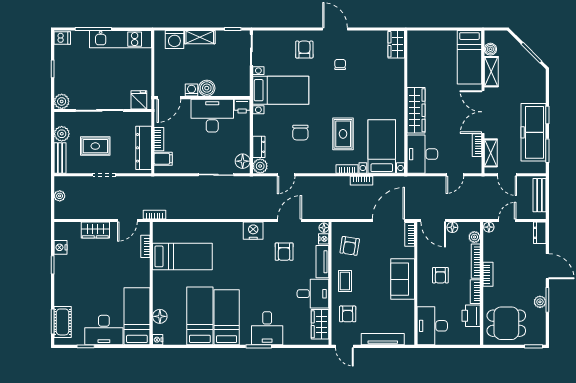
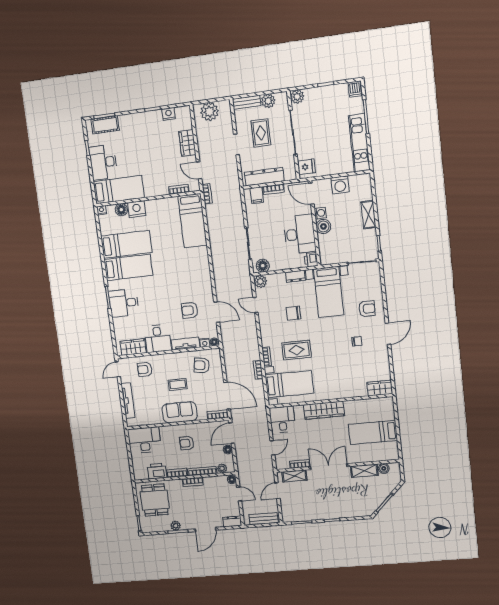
washing machine: (174, 39) -> (340, 185), moved, turned -90
bed: (469, 57) -> (373, 432), moved
freezer: (534, 132) -> (316, 510), removed
dresser: (259, 147) -> (295, 276), moved
desk: (422, 154) -> (282, 419), width x0.73
door: (455, 175) -> (272, 448), swing flipped
plant: (60, 196) -> (209, 112), width x1.87, depth x1.87
nightstand: (253, 231) -> (137, 209), moved, turned -90
bed: (182, 256) -> (192, 221), moved
coffee table: (345, 281) -> (178, 384), moved

